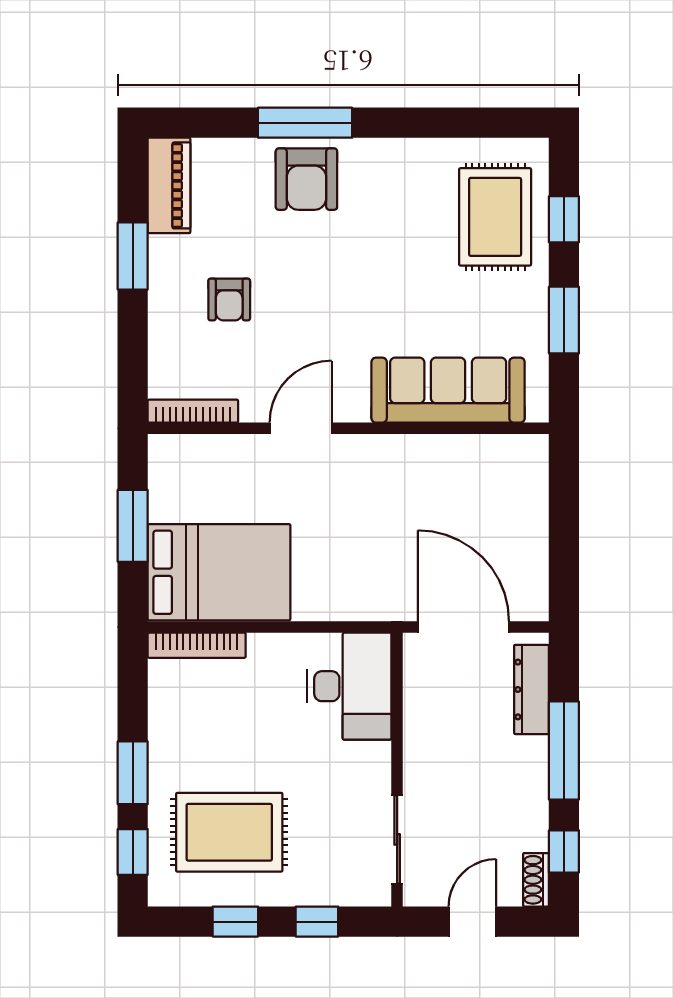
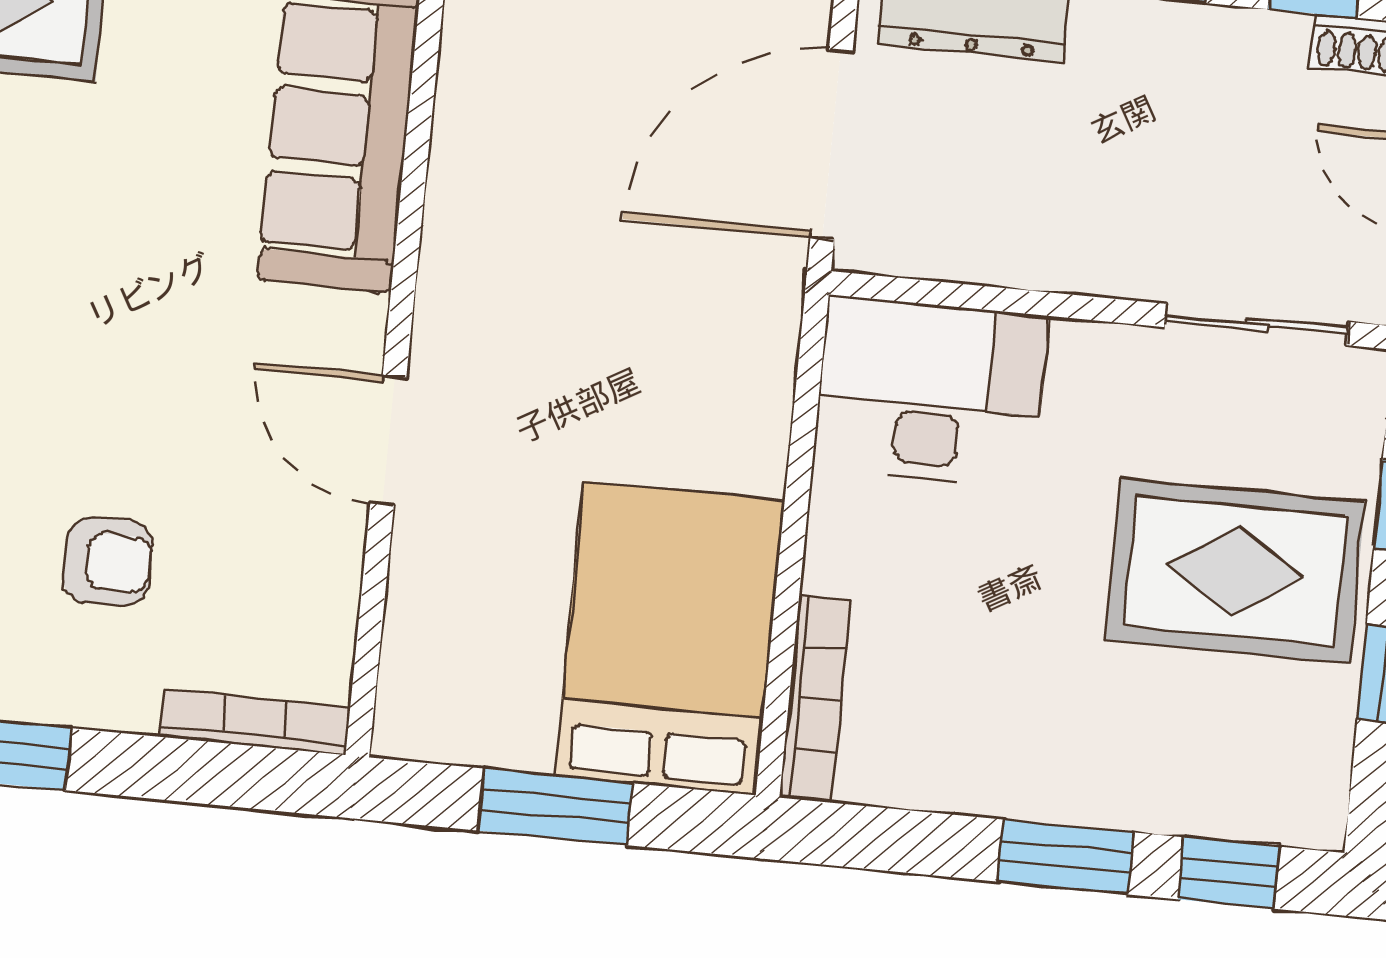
bookcase: (193, 411) -> (255, 722), moved, turned 90
rug: (229, 832) -> (1235, 571), moved, turned 90

